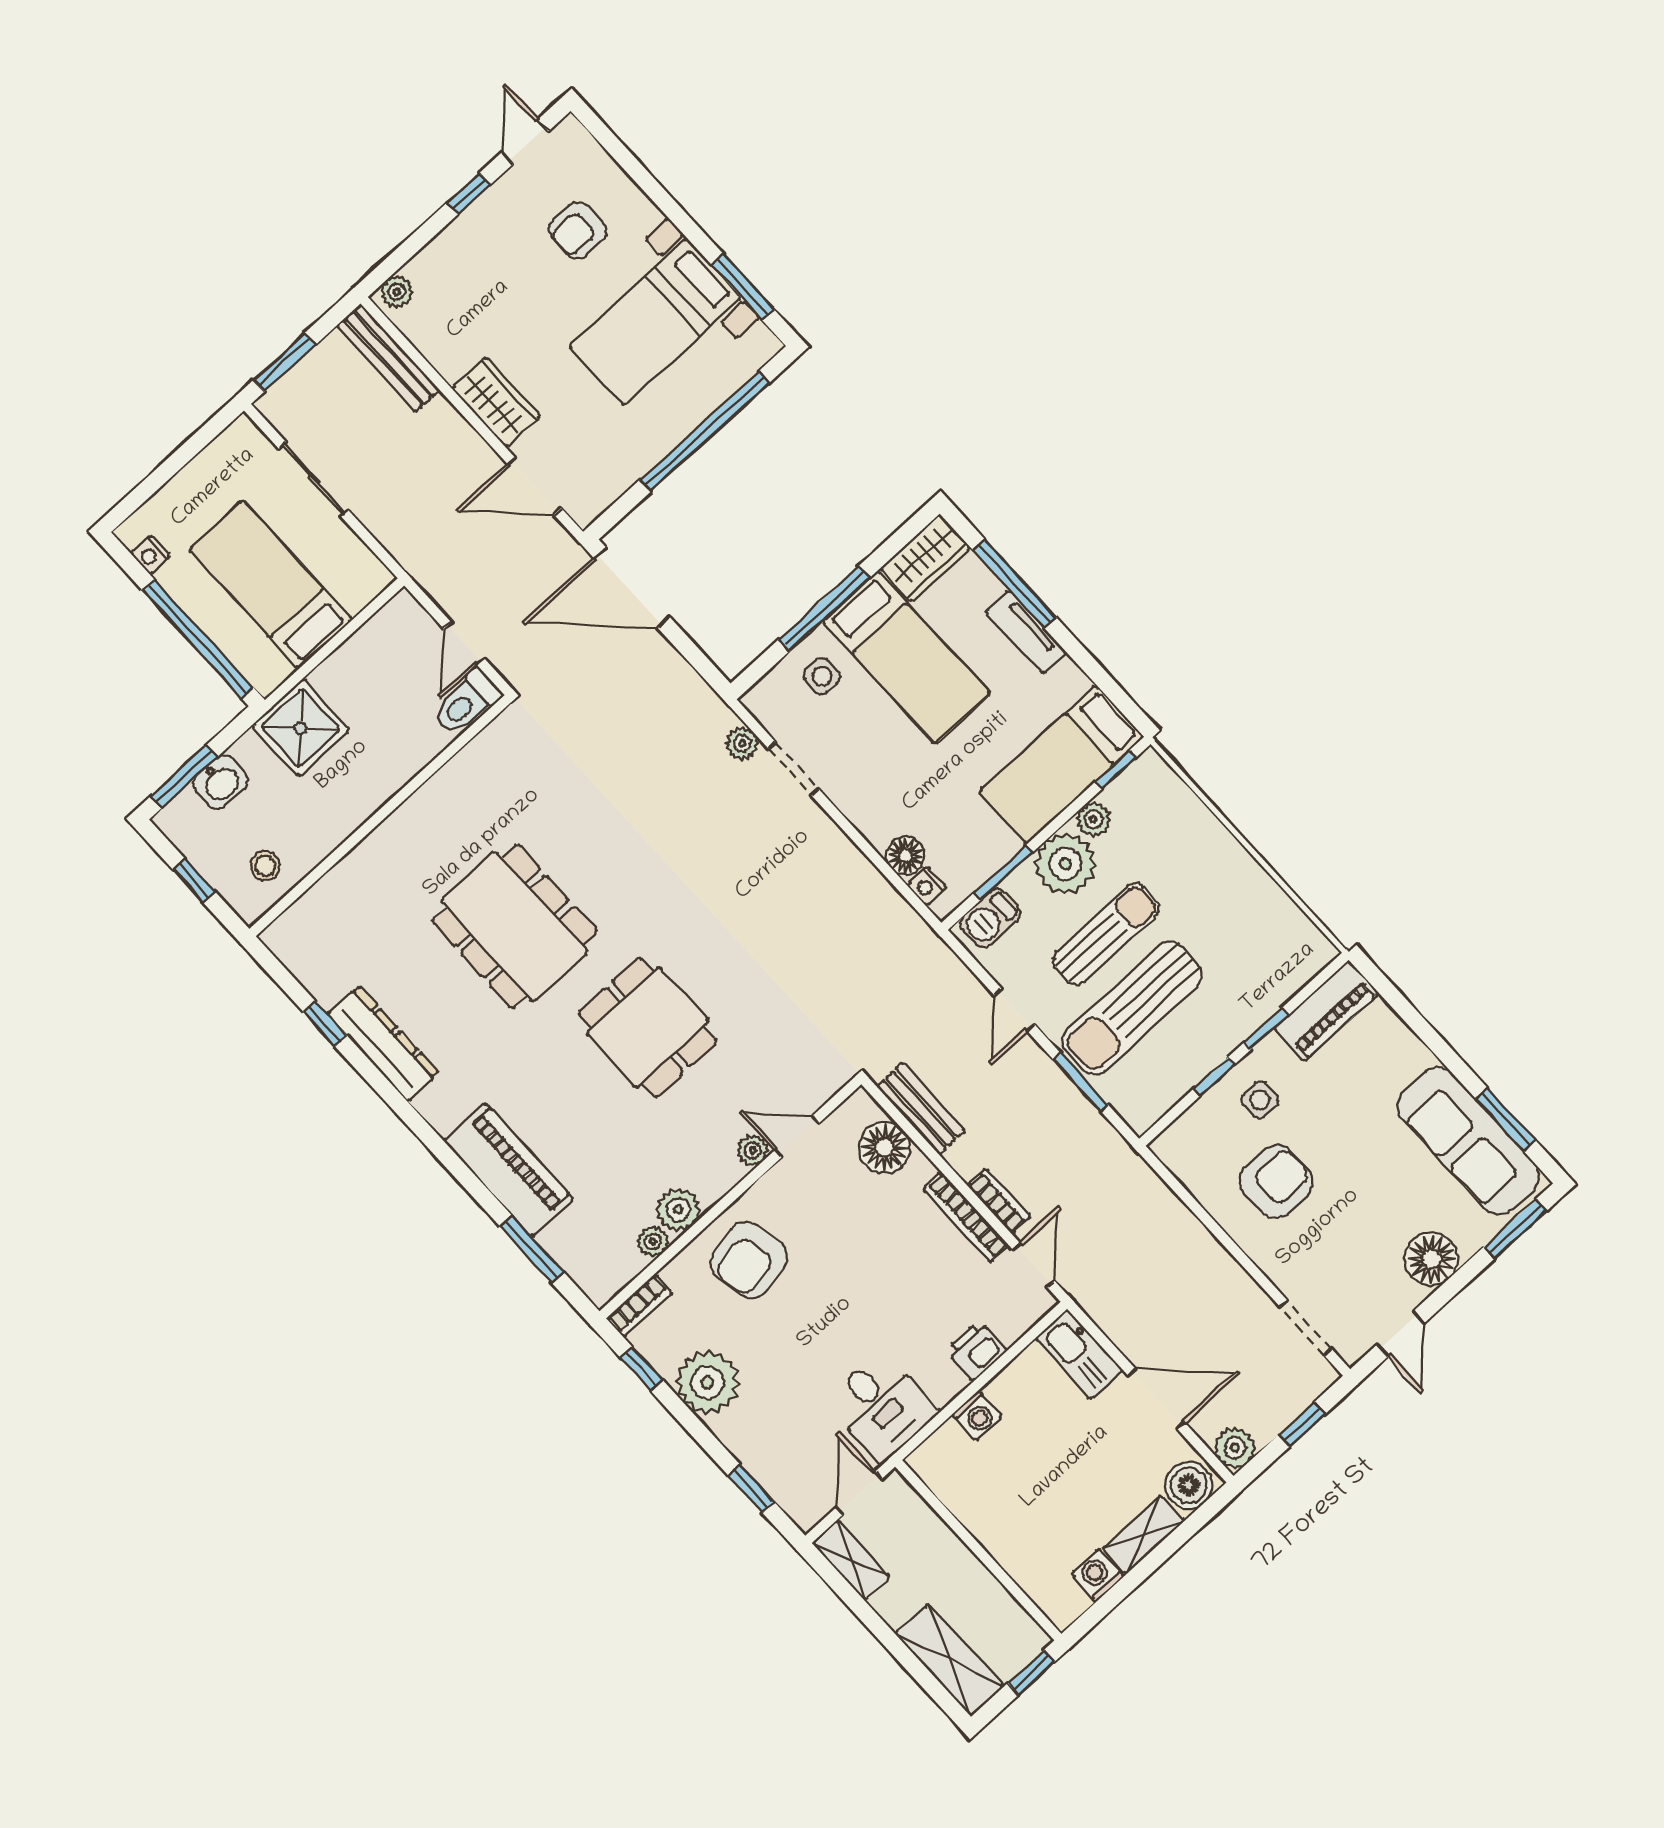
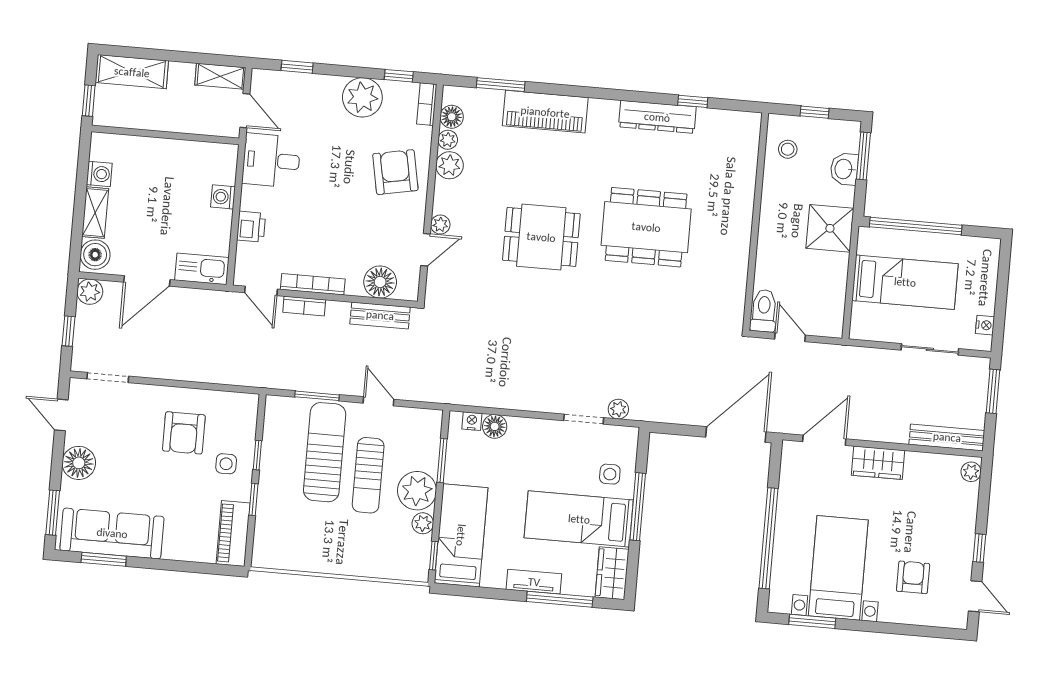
nightstand: (151, 555) -> (985, 325), moved, turned 90
barbecue: (990, 918) -> (429, 433), removed
floor lamp: (624, 1264) -> (452, 117), added

